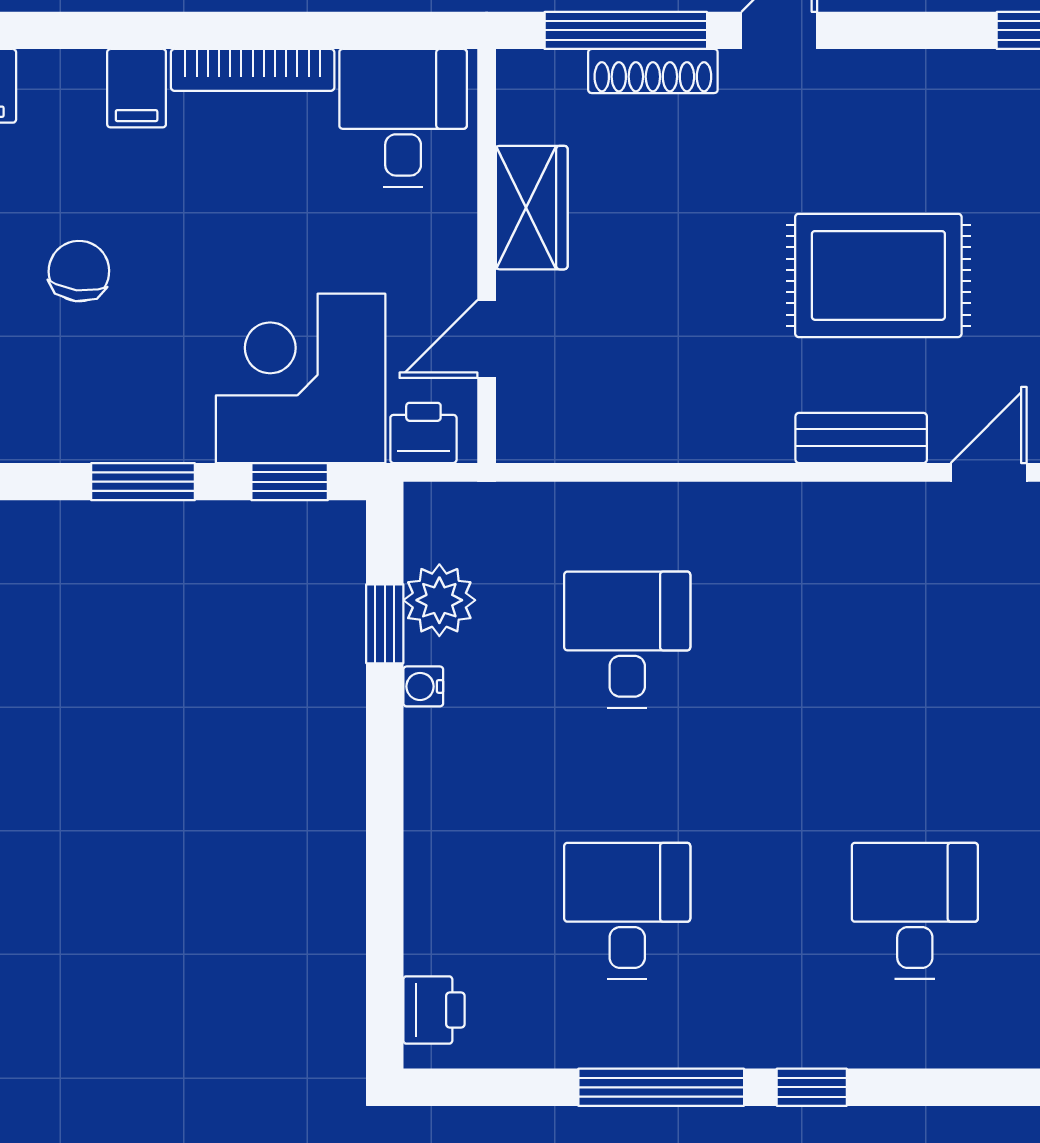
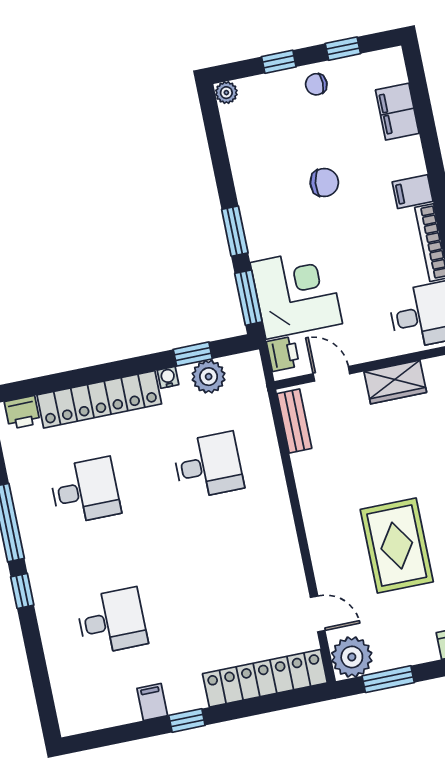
bench: (861, 438) -> (294, 421), moved
window: (290, 482) -> (248, 298), width x1.50
locker: (440, 841) -> (99, 399), added

